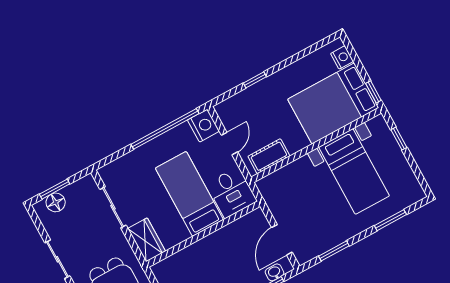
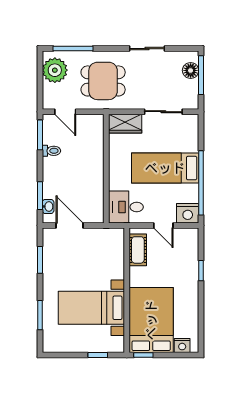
window: (55, 189) -> (201, 75), width x1.44
bed: (189, 194) -> (165, 168), moved, turned 180

